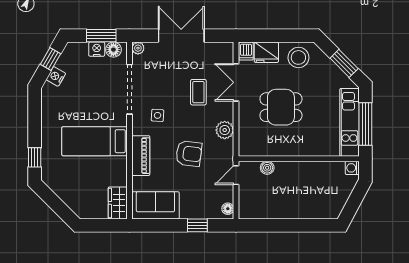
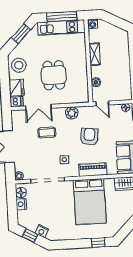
window: (101, 36) -> (12, 202), removed
bed: (95, 141) -> (90, 202), width x1.50
shelving: (308, 168) -> (95, 54), added

